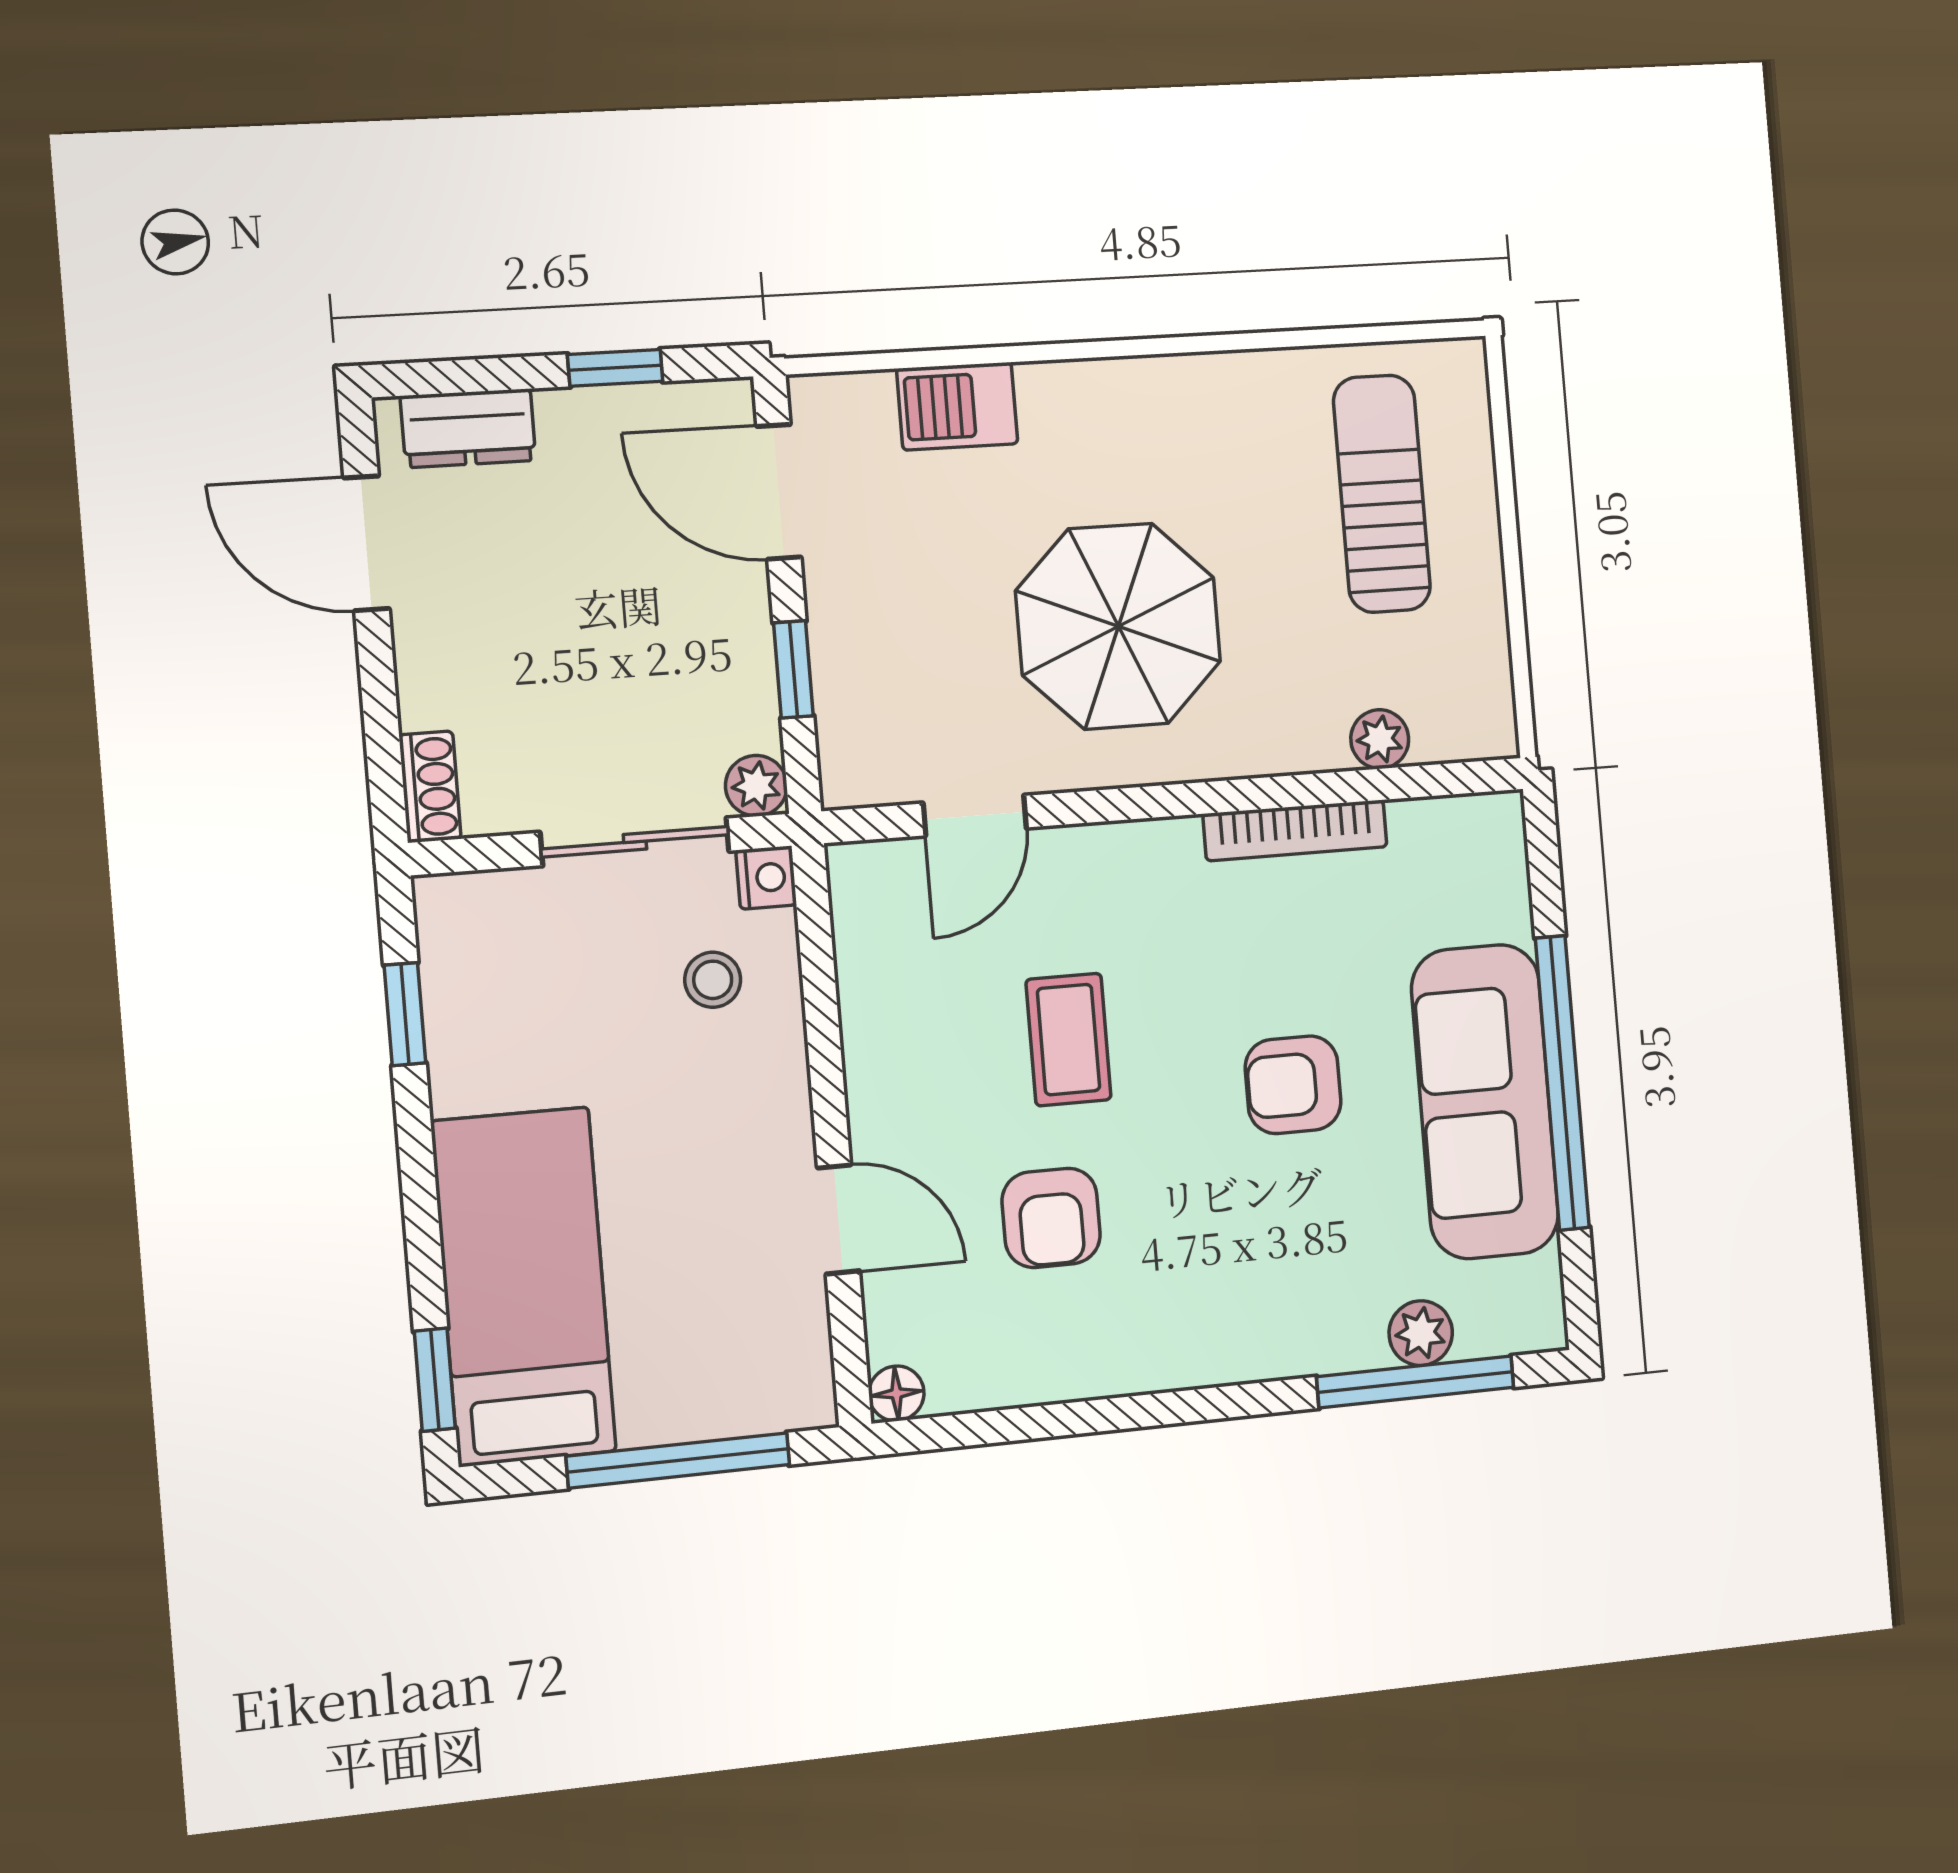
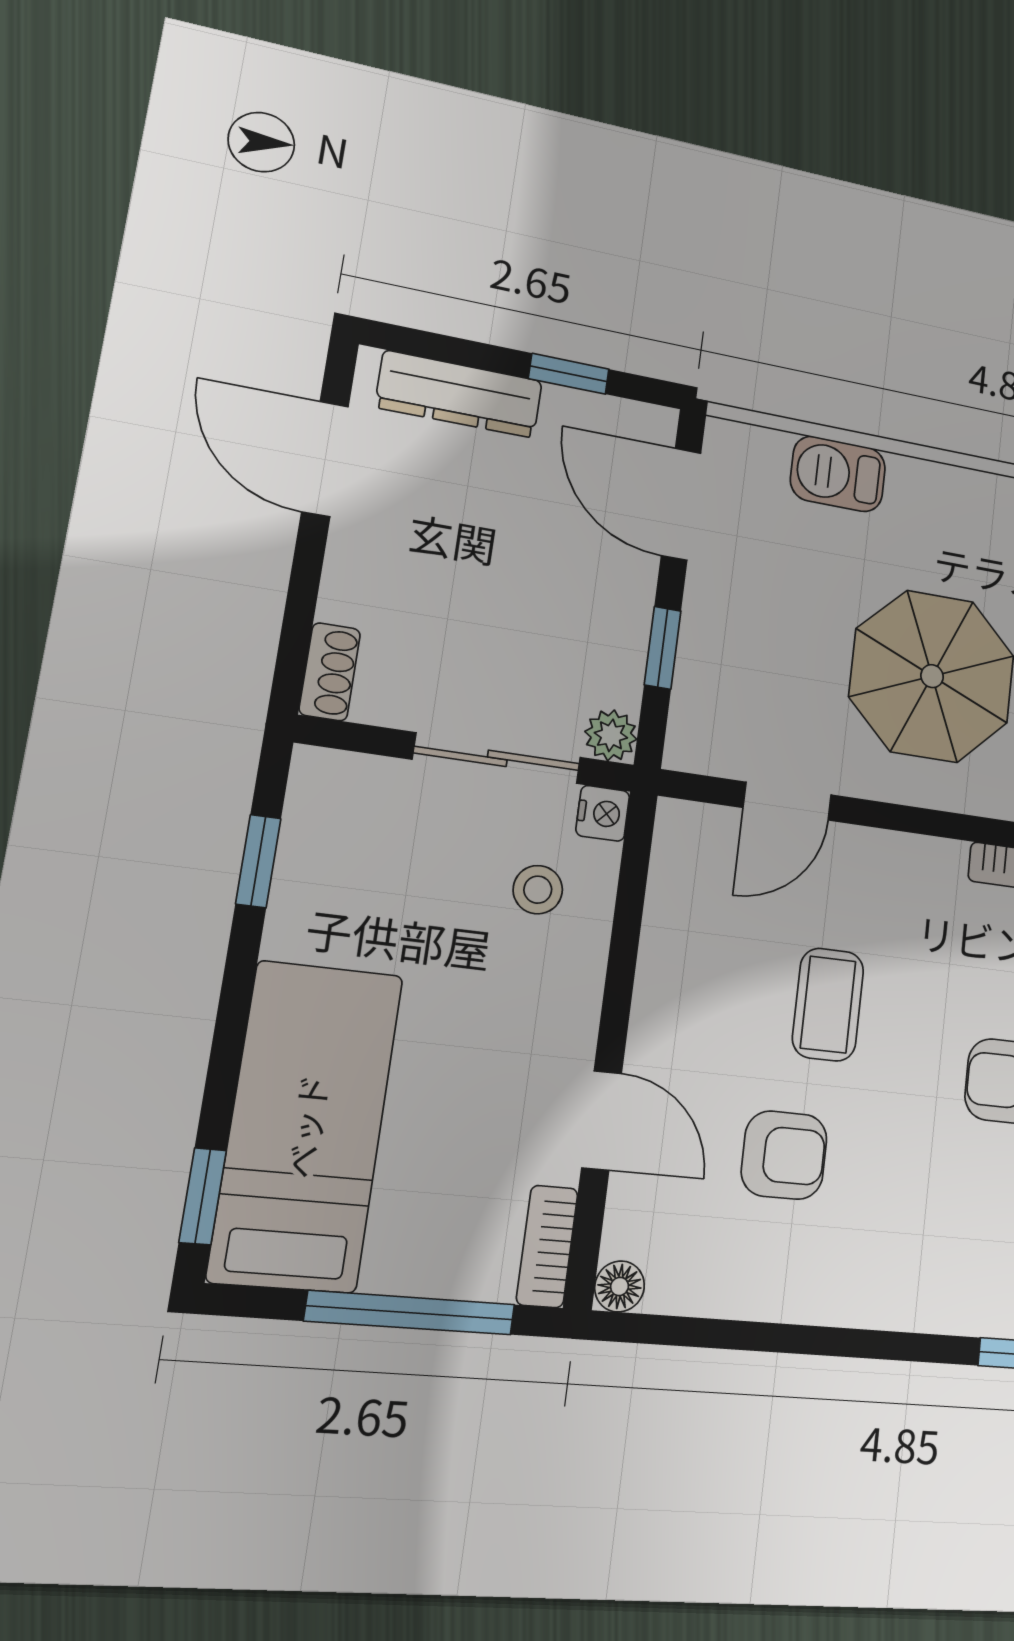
dresser: (468, 428) -> (459, 394), width x1.44
armchair: (1051, 1218) -> (784, 1155), turned -90
bookcase: (808, 1365) -> (547, 1246), added

